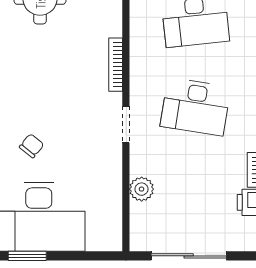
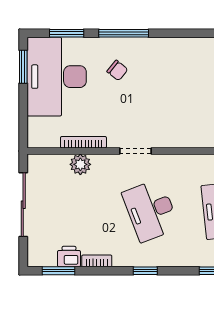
bookcase: (116, 65) -> (83, 142), moved
desk: (195, 107) -> (151, 210), turned -30

